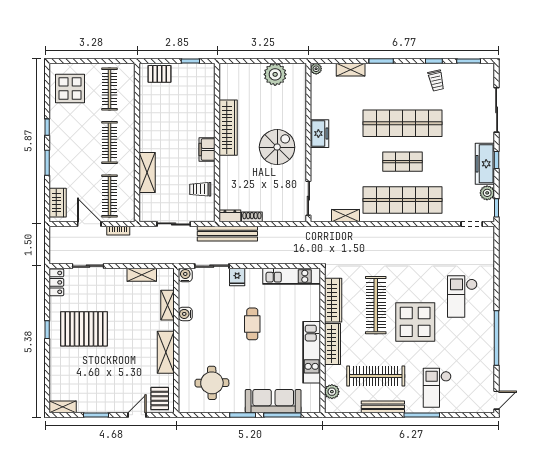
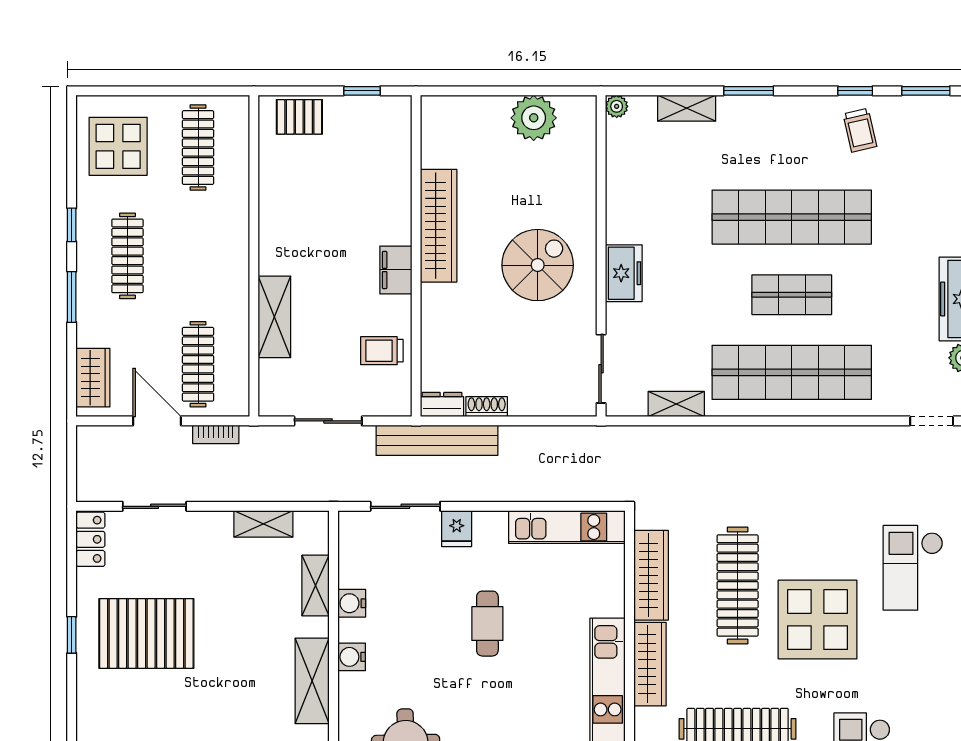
freezer: (320, 134) -> (624, 273), moved
clothes rail: (109, 142) -> (127, 256), moved
water cooler: (185, 275) -> (352, 657), moved, turned -90

